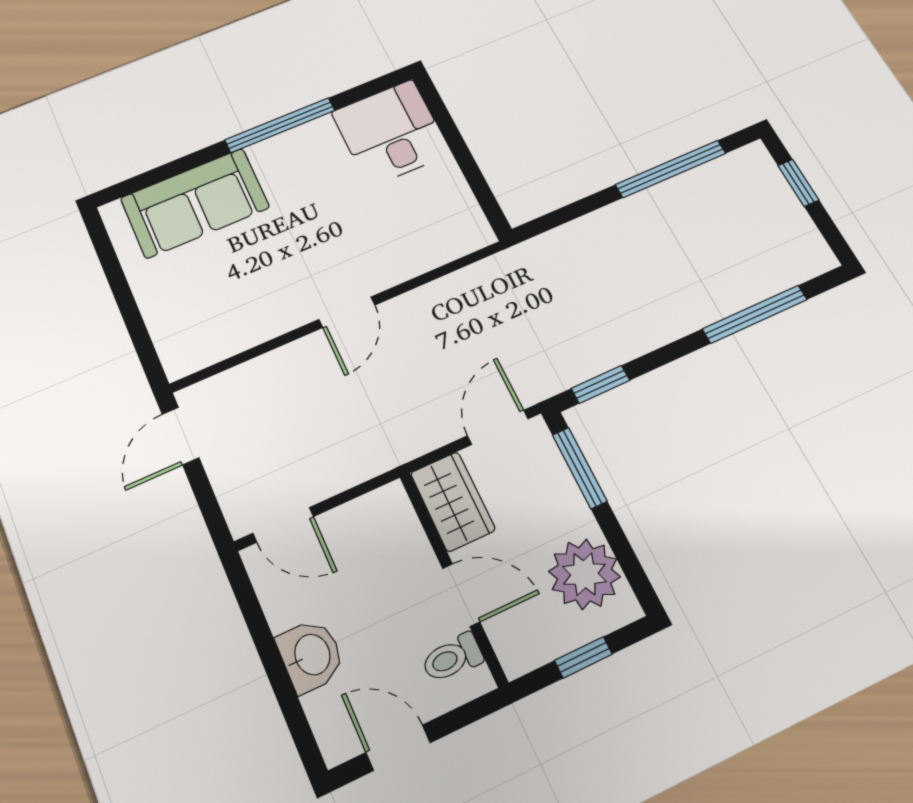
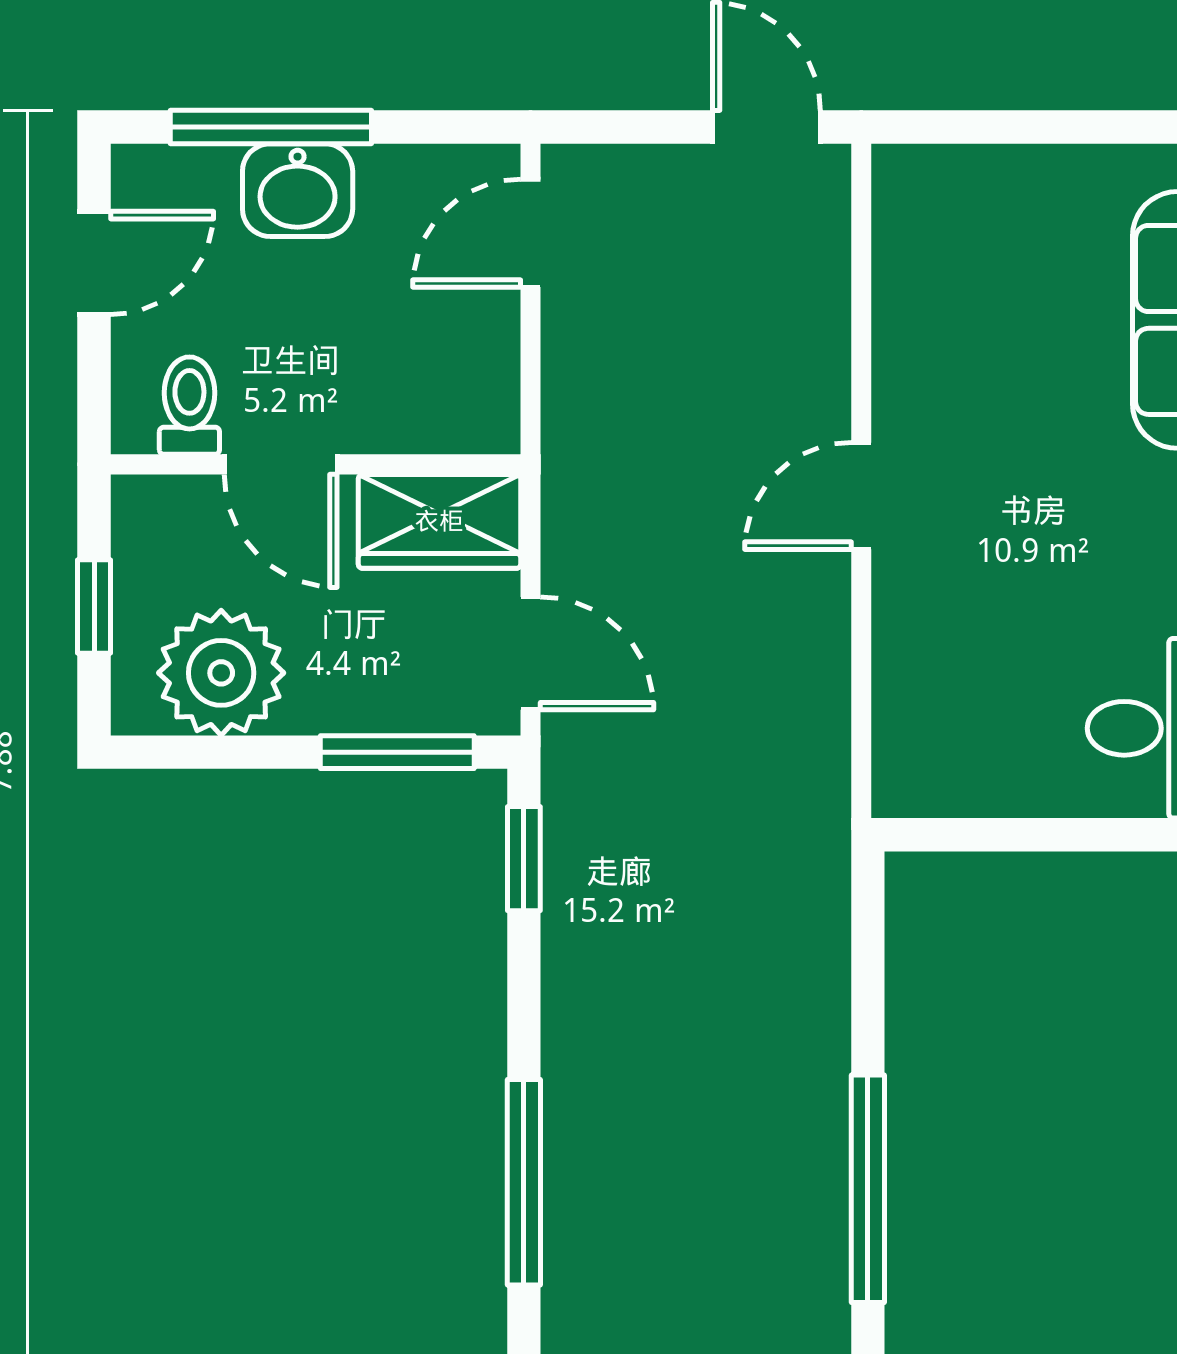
door: (347, 312) -> (861, 496), hinge flipped
door: (461, 595) -> (281, 464), hinge flipped
window: (282, 686) -> (271, 127), added

